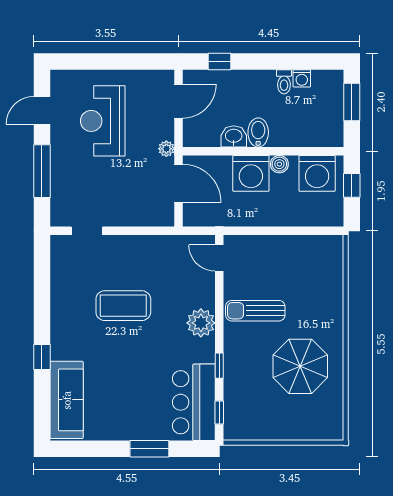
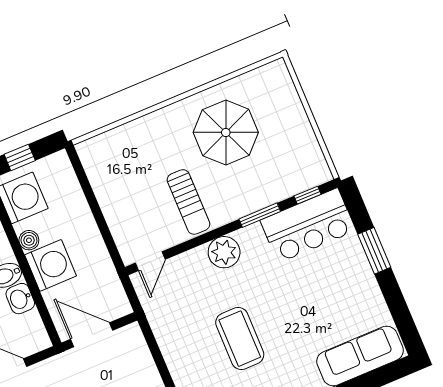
plant: (166, 149) -> (62, 362), removed
door: (179, 183) -> (92, 335), hinge flipped
window: (219, 366) -> (260, 215), width x1.50

